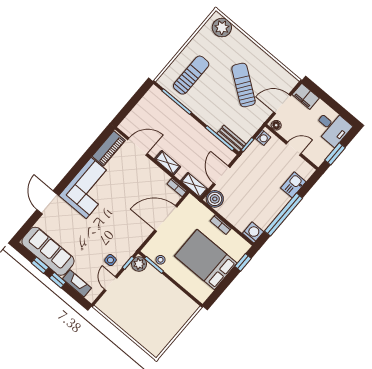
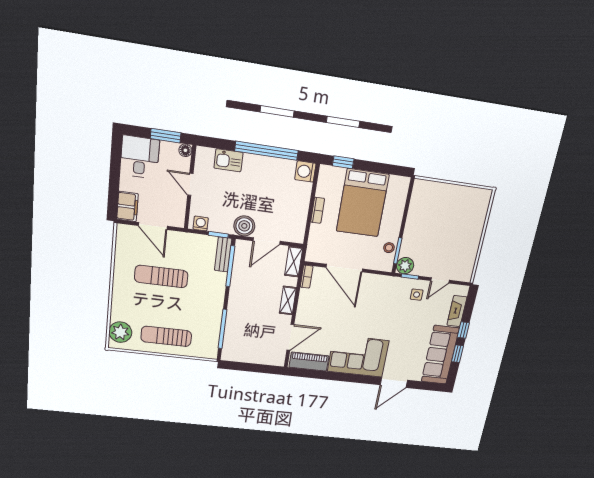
sun lounger: (191, 75) -> (166, 336), moved
sun lounger: (244, 85) -> (161, 276), turned 54
floor lamp: (276, 125) -> (185, 150), moved
door: (138, 147) -> (290, 337), swing flipped
boiler: (215, 199) -> (244, 226), moved

